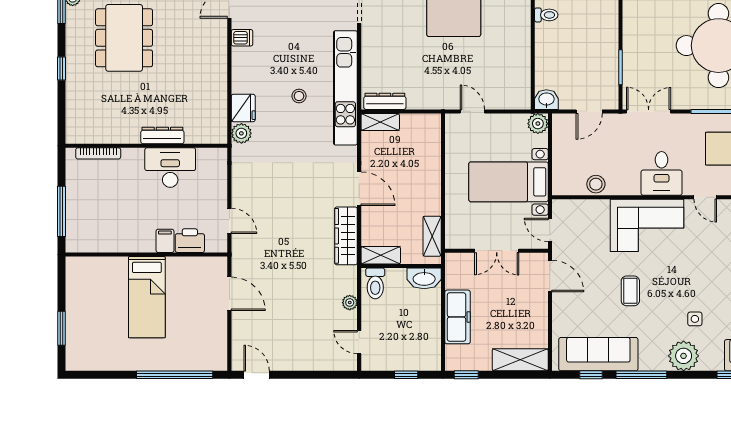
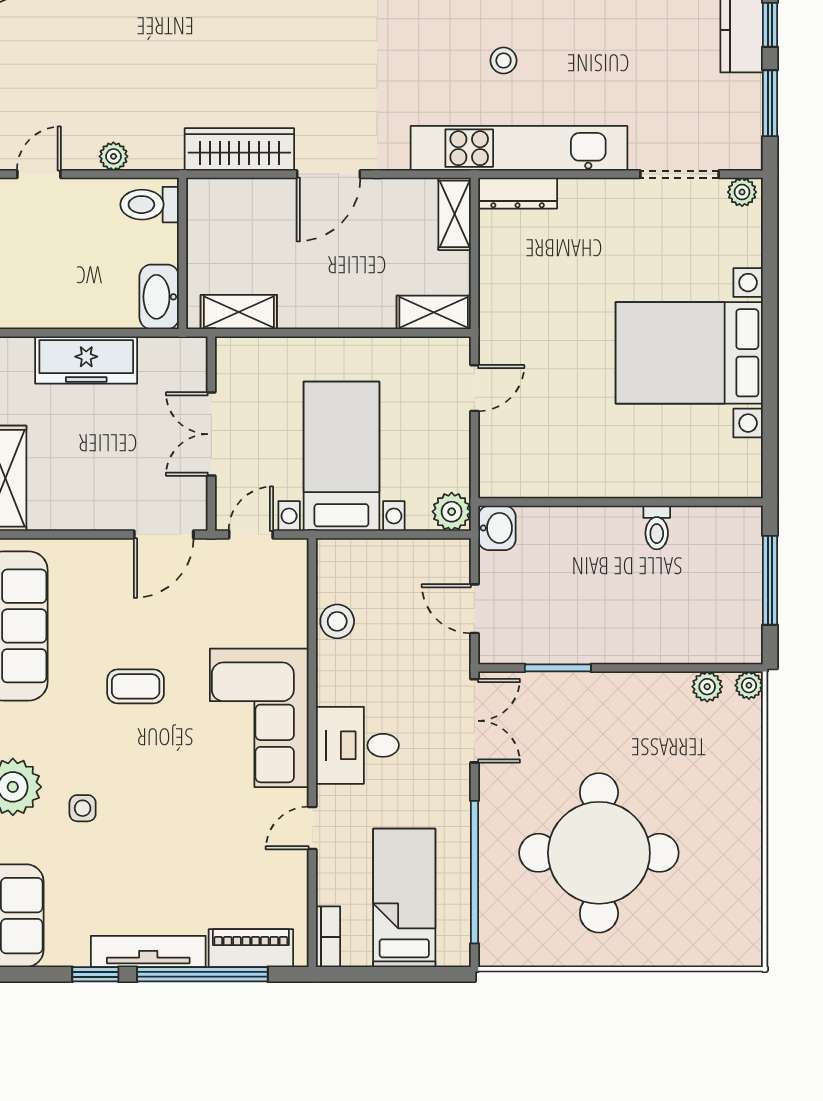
dresser: (385, 101) -> (518, 193), moved, turned 90
shelving: (381, 255) -> (434, 312), moved, turned 90

